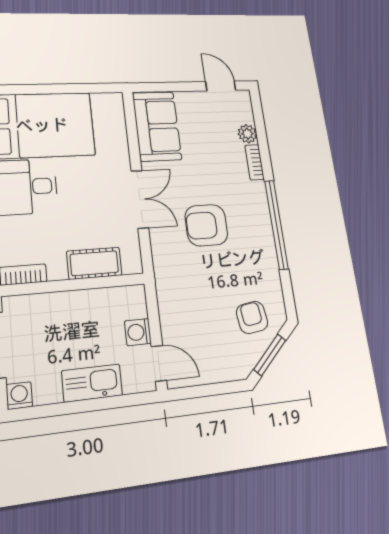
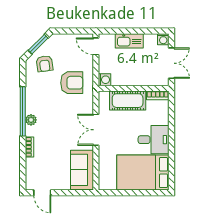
plant: (247, 134) -> (31, 120), moved
armchair: (206, 225) -> (72, 83), moved
cot: (94, 263) -> (128, 101), width x1.37, depth x1.34
washing machine: (138, 332) -> (105, 80), moved

